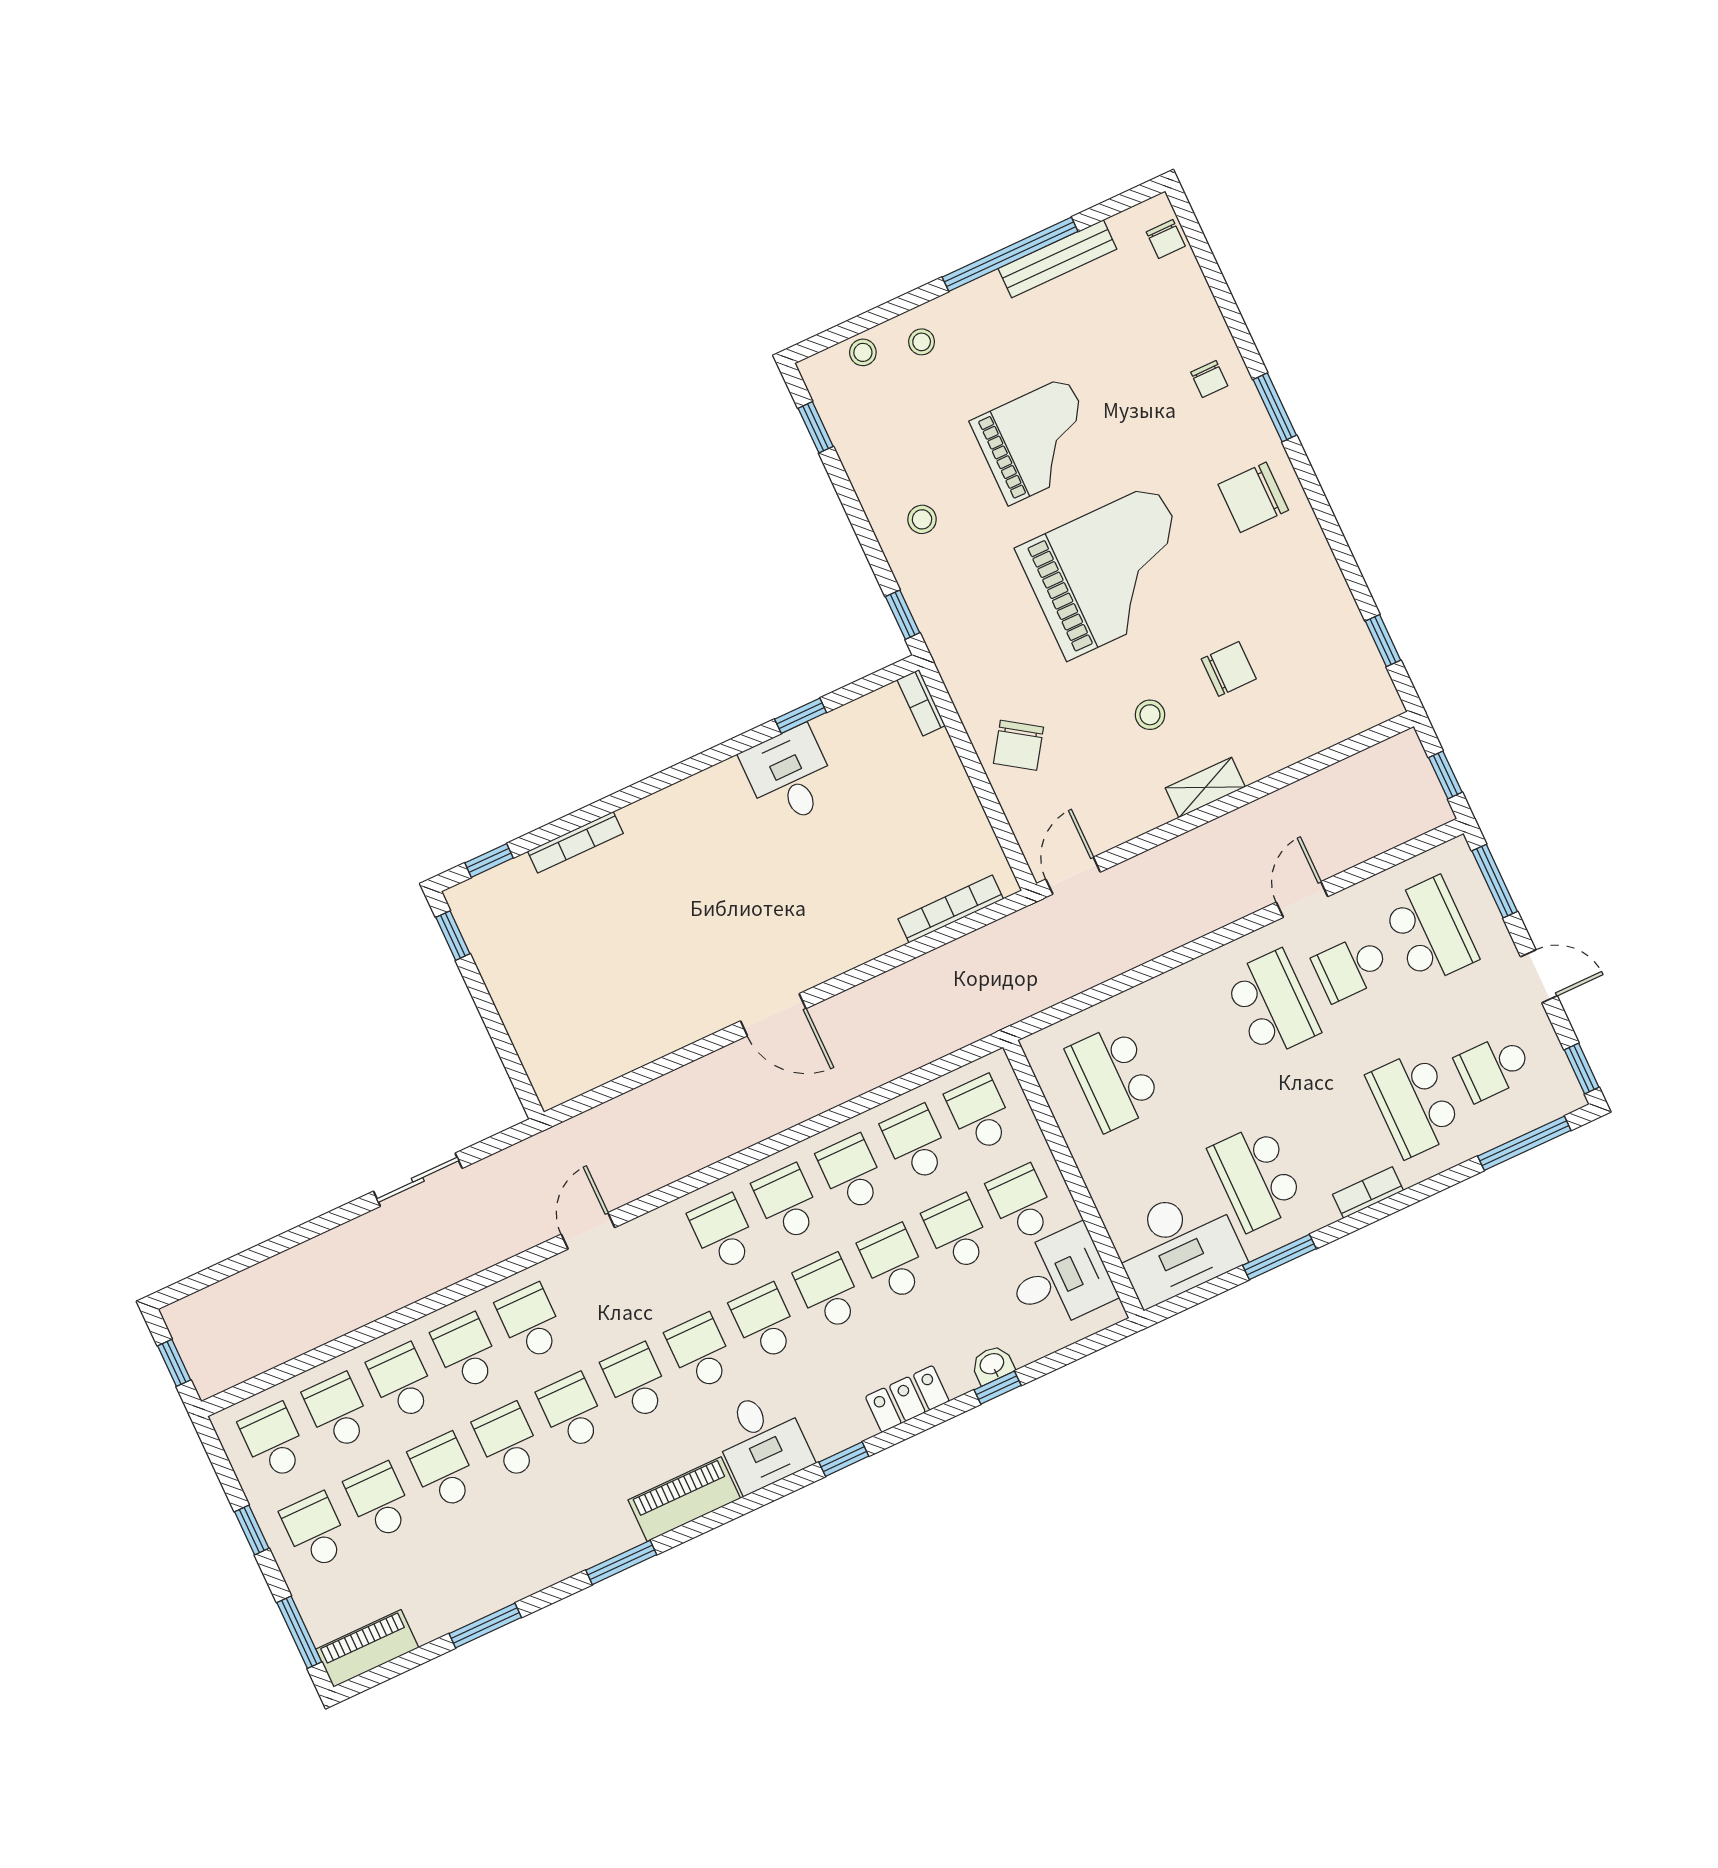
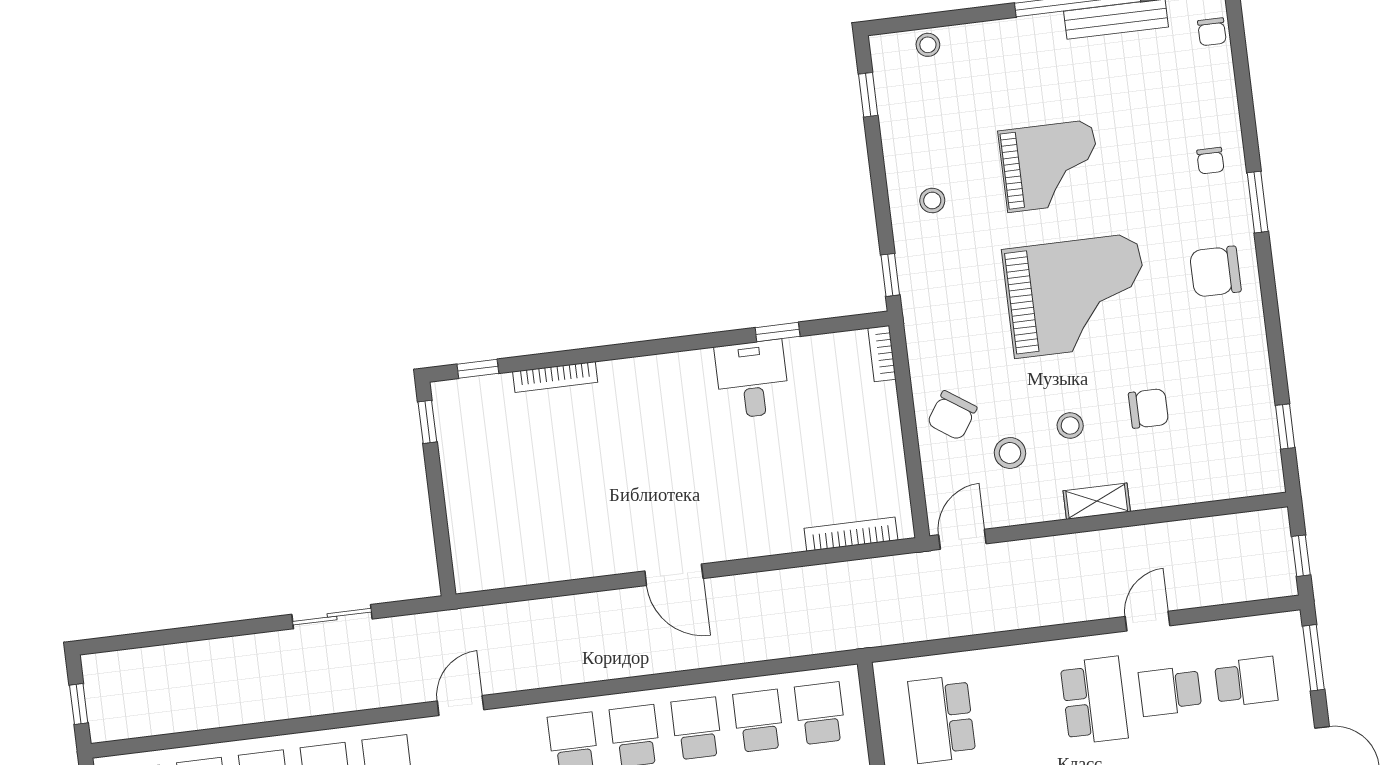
stool: (922, 342) -> (1010, 453), moved, width x1.37, depth x1.37
school desk: (1430, 931) -> (1246, 682), width x0.54

